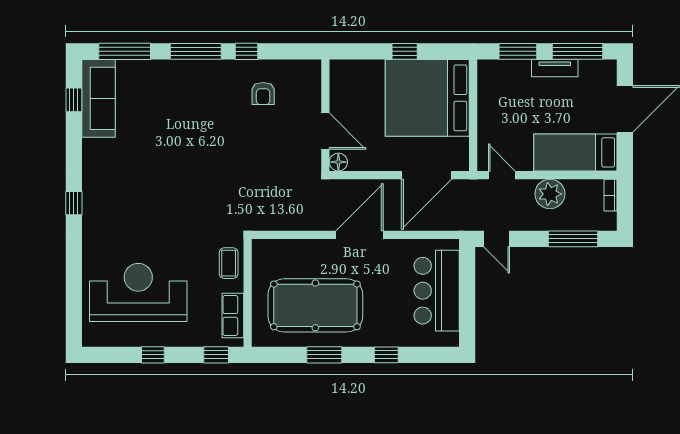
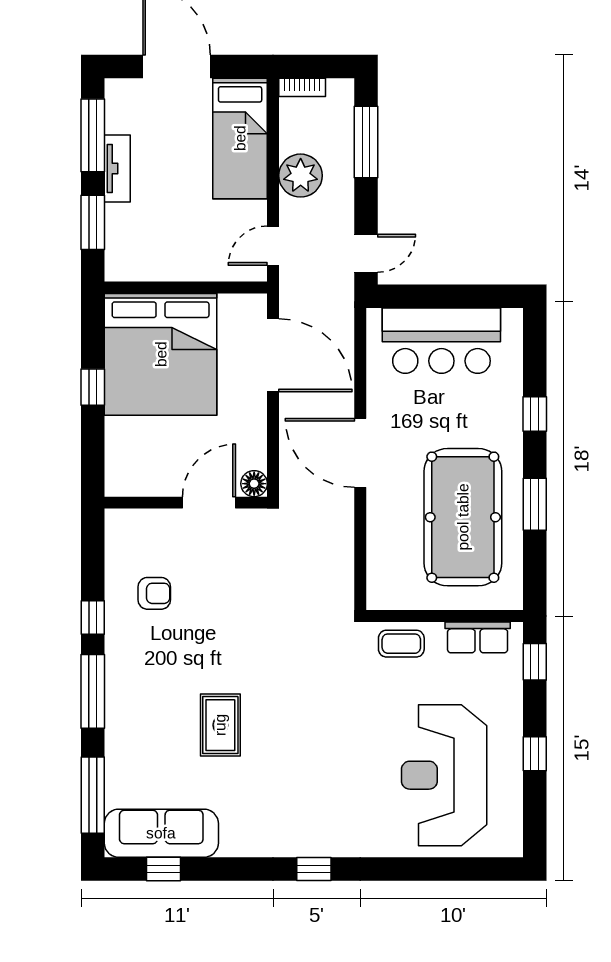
rug: (173, 139) -> (220, 725), added

